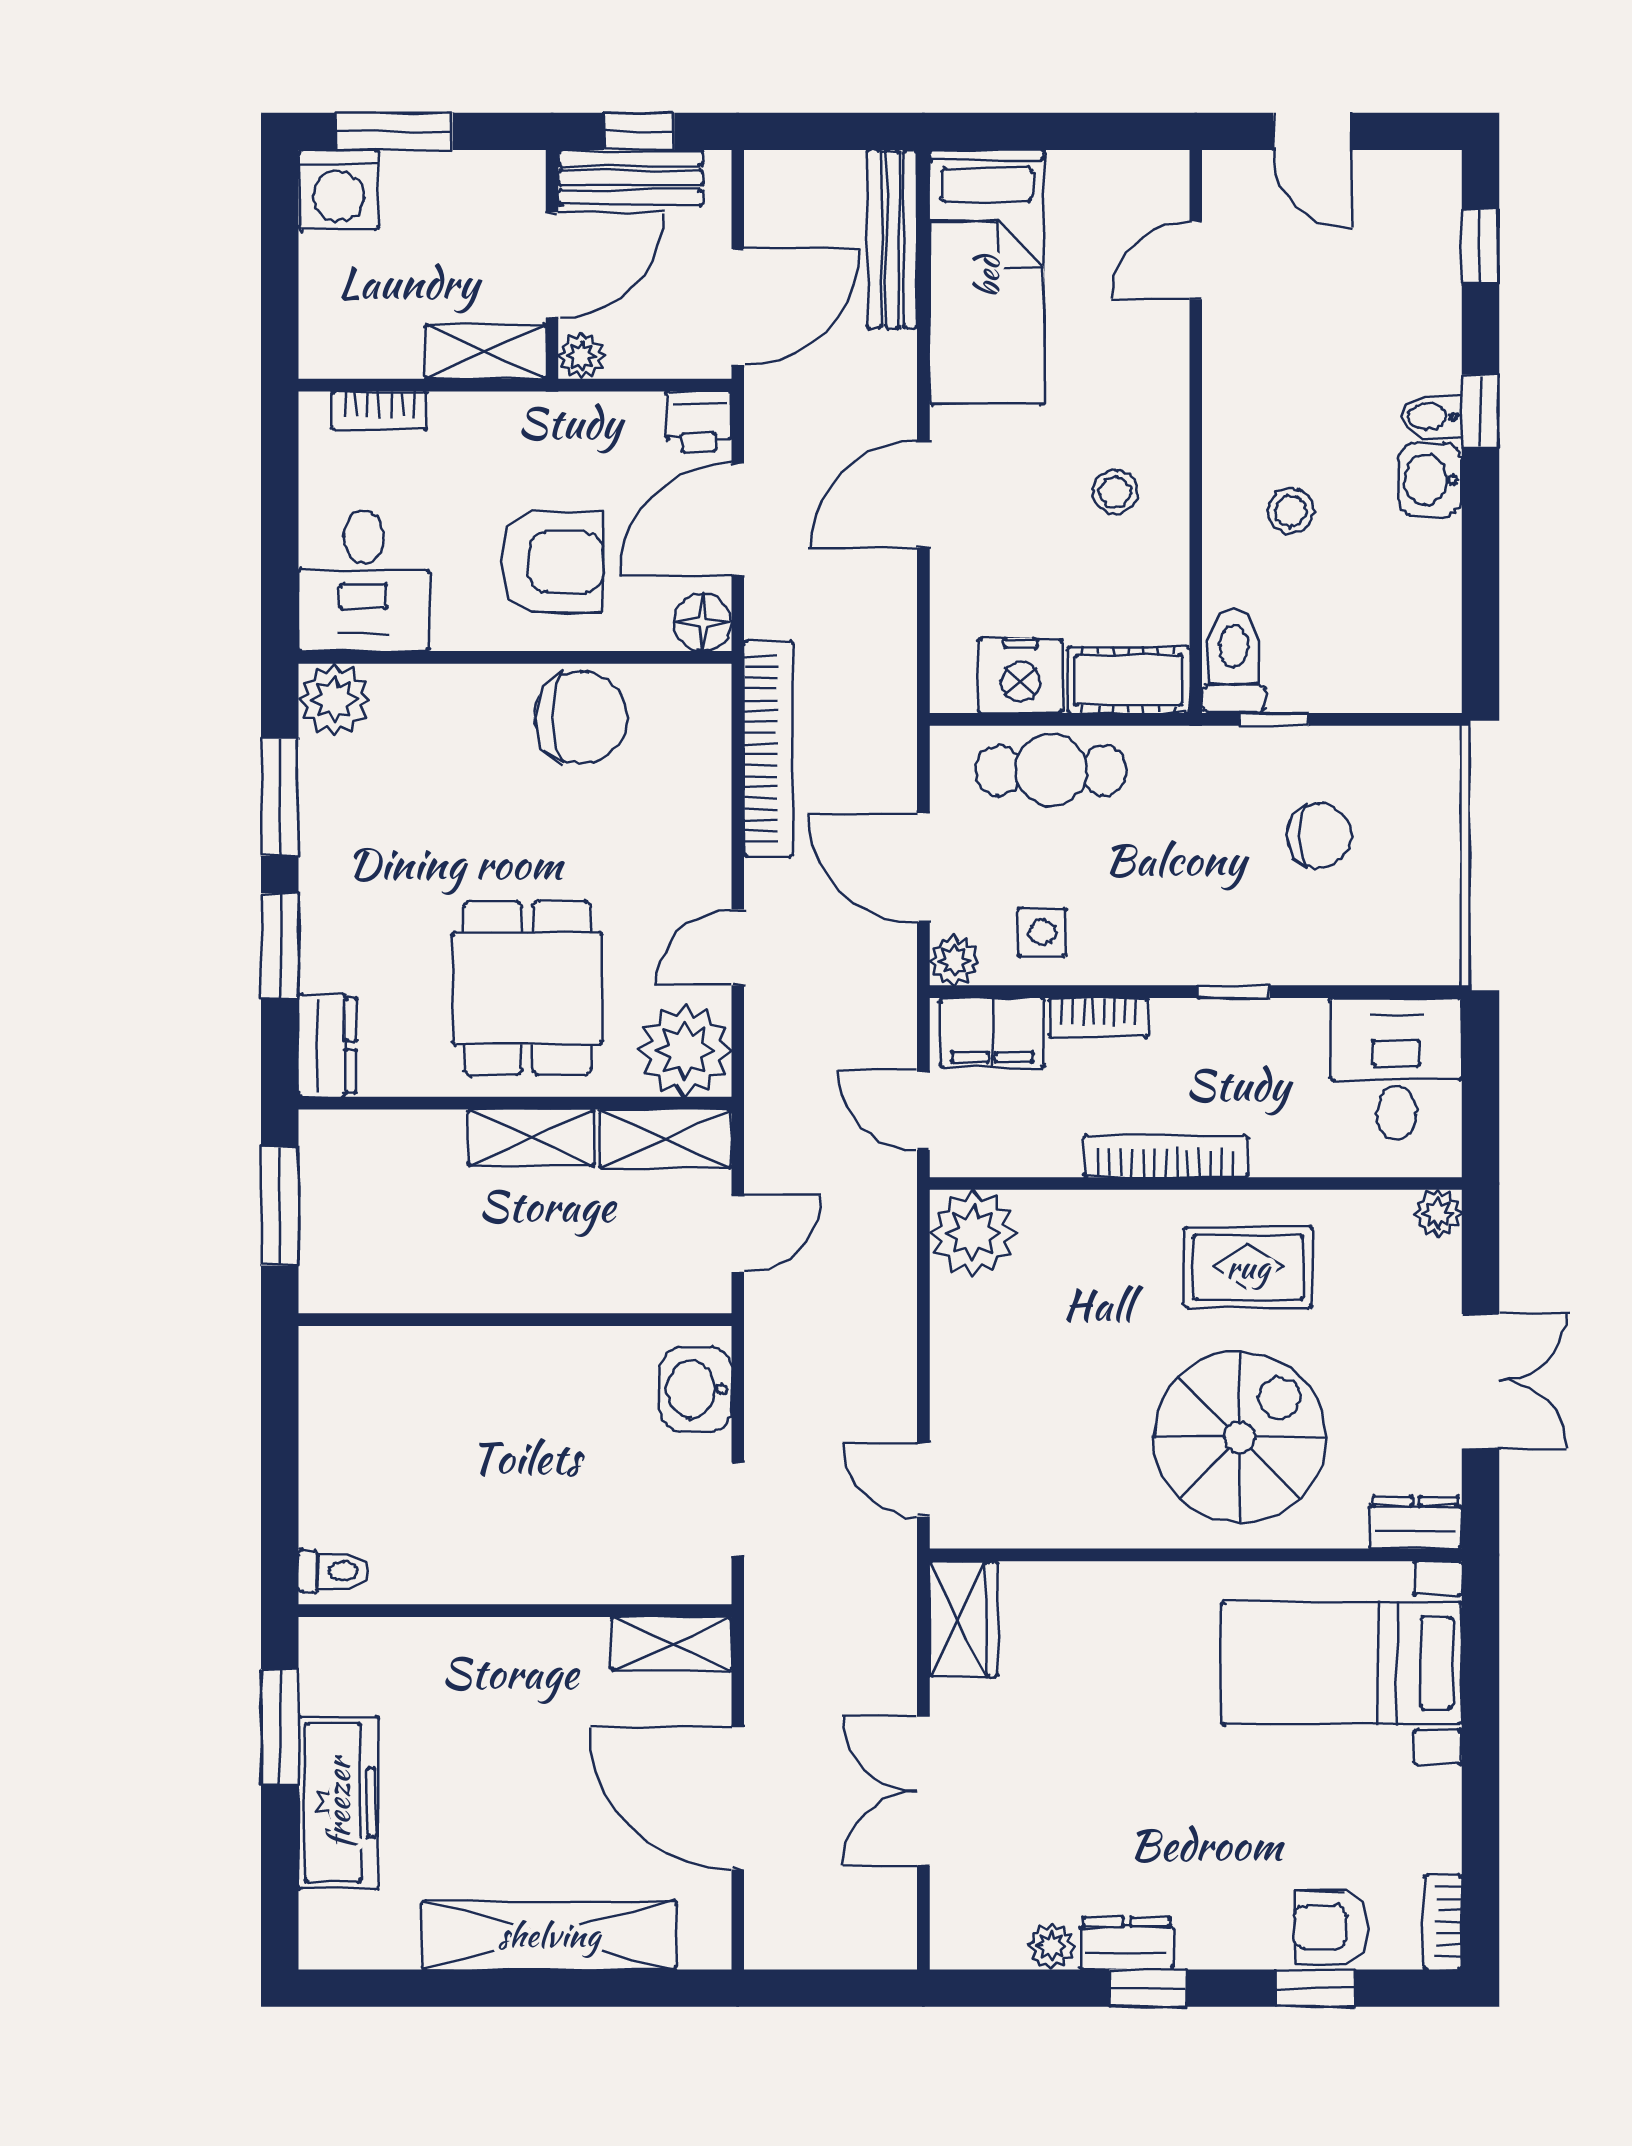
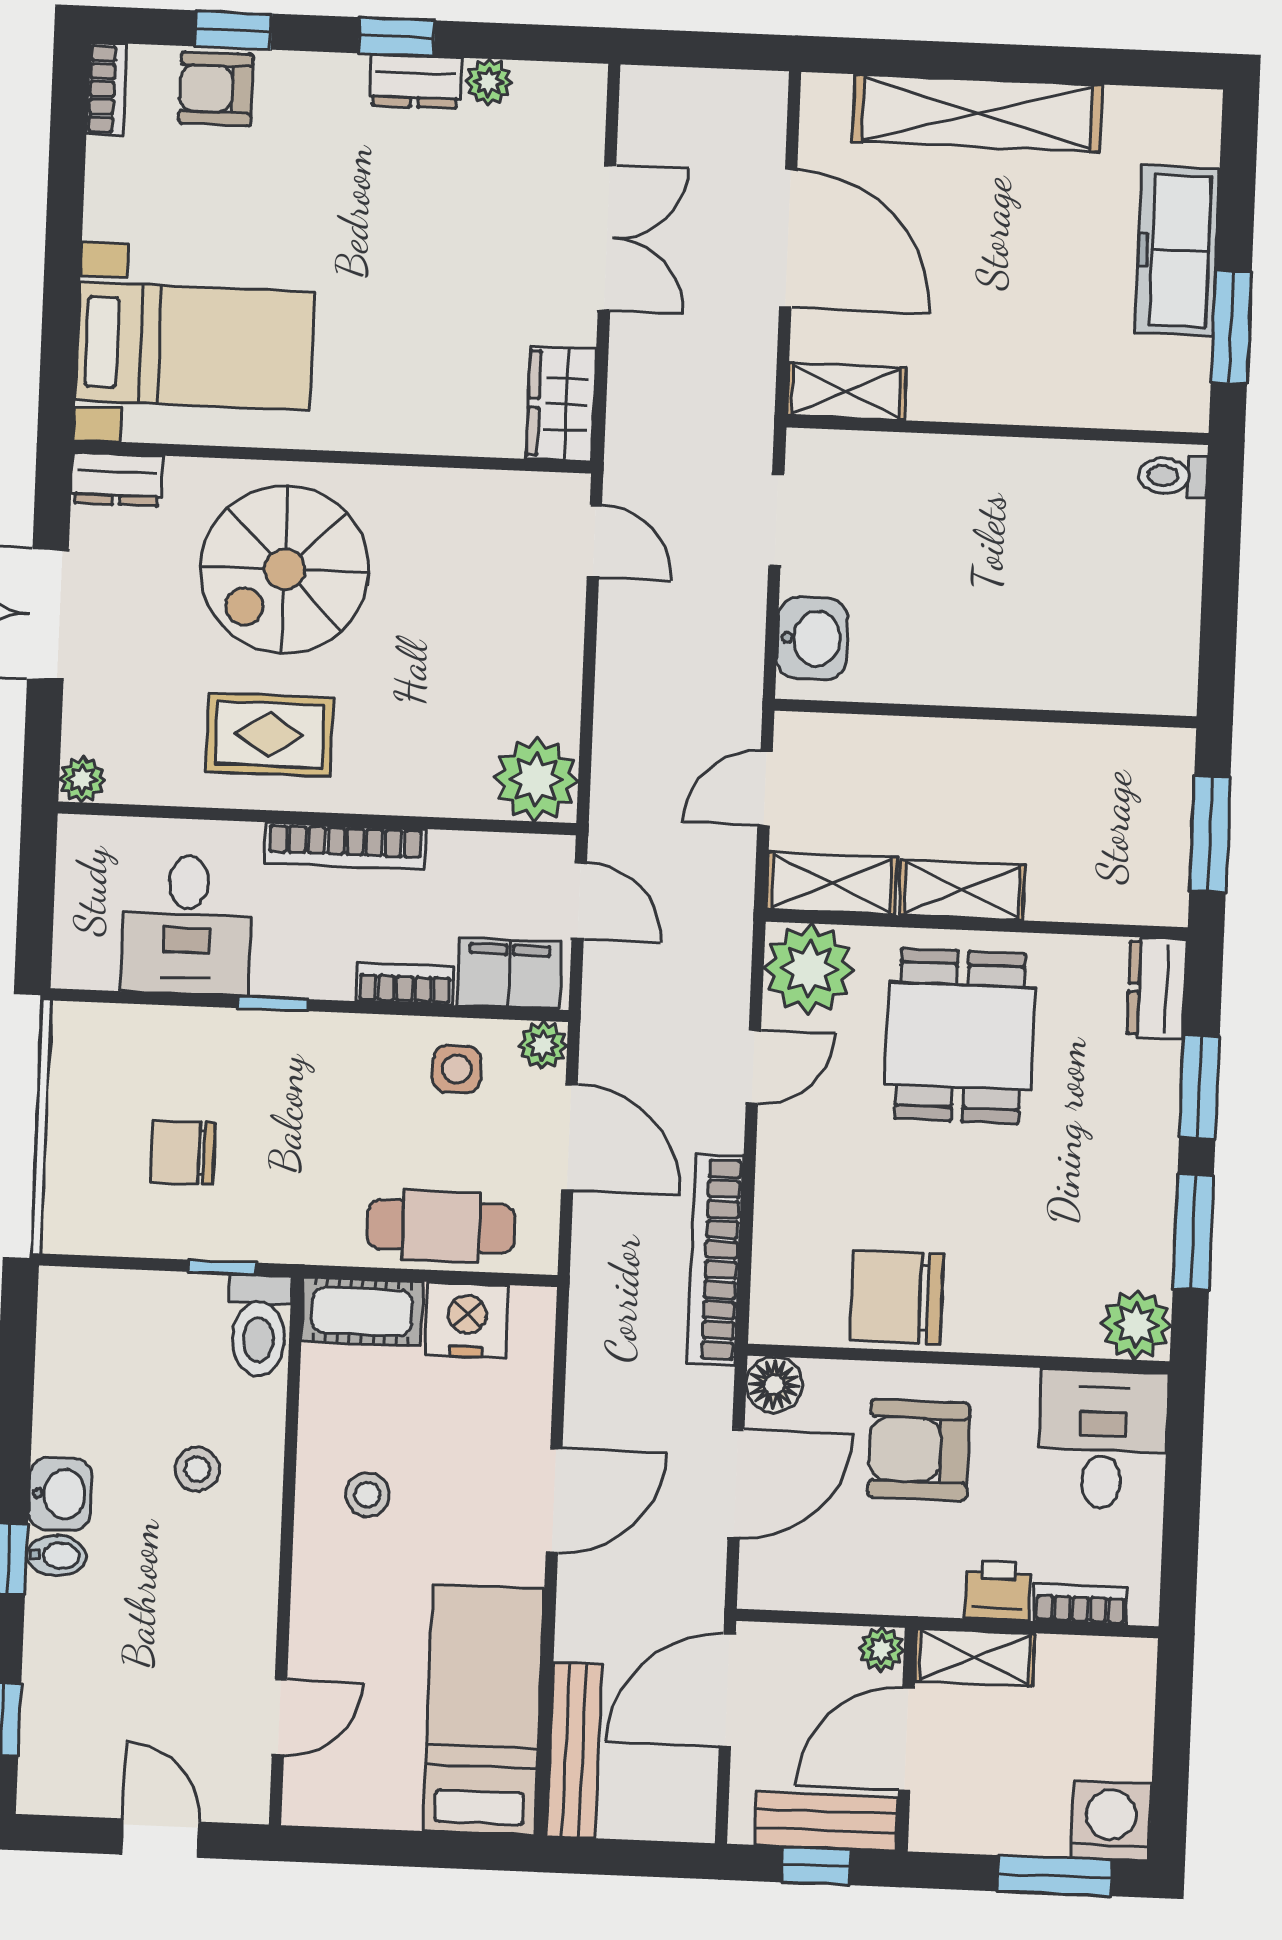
printer: (699, 421) -> (998, 1591), moved
desk: (1396, 1069) -> (187, 925), moved
armchair: (1331, 1927) -> (216, 89), turned 180

